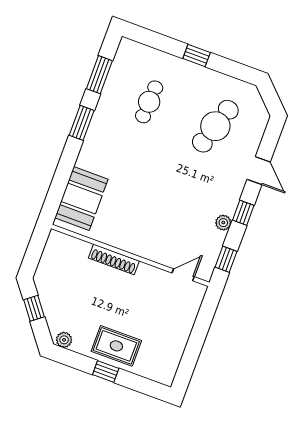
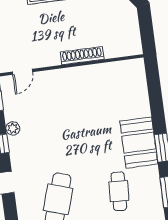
booth: (81, 198) -> (139, 143), moved

